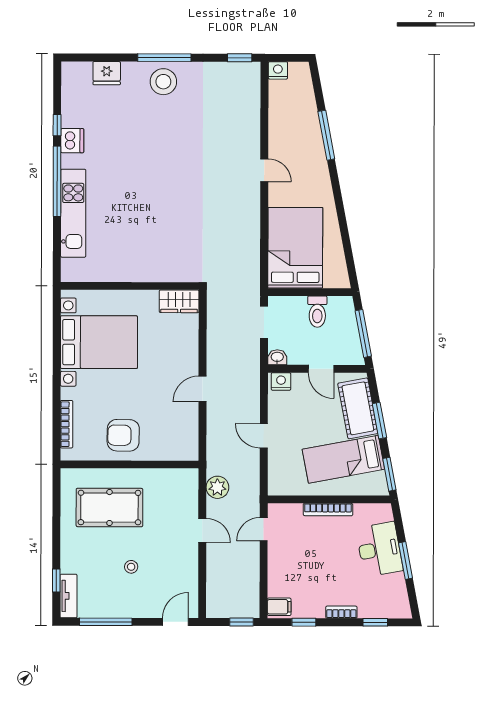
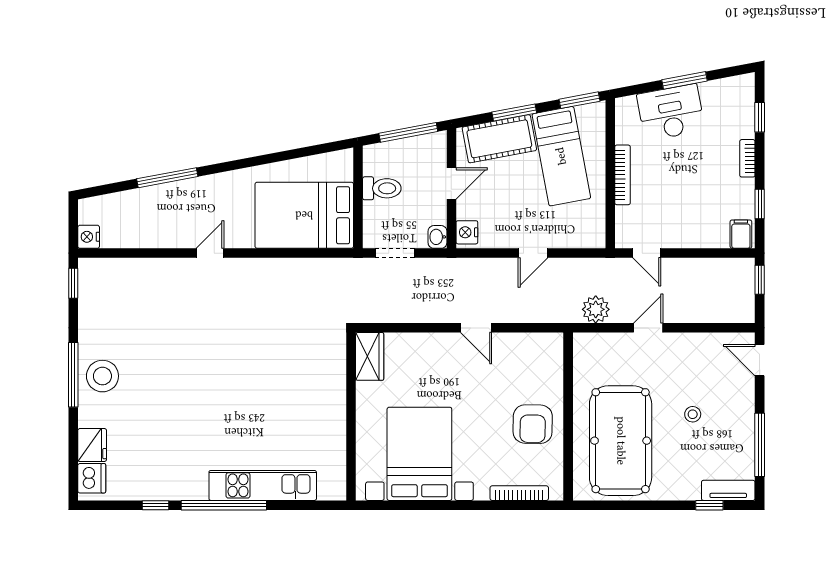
dishwasher: (72, 141) -> (92, 478), moved, turned 90
pool table: (109, 508) -> (621, 441), width x1.36, depth x1.32

